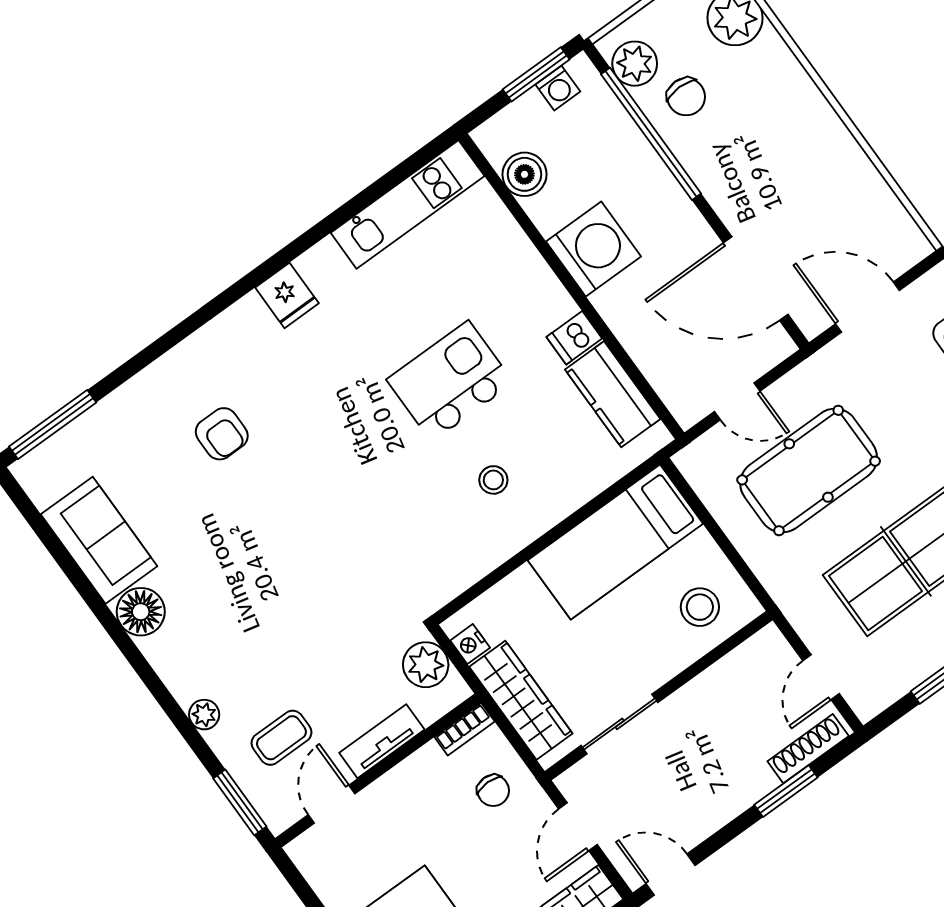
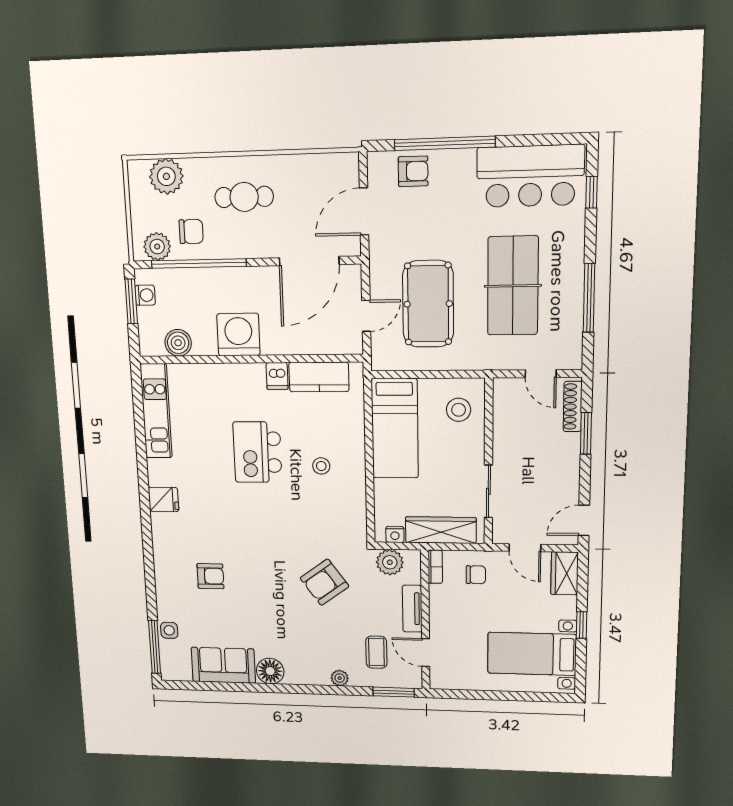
cafe table: (779, 138) -> (244, 197), added
side table: (95, 429) -> (169, 630), added
armchair: (331, 597) -> (324, 582), added

